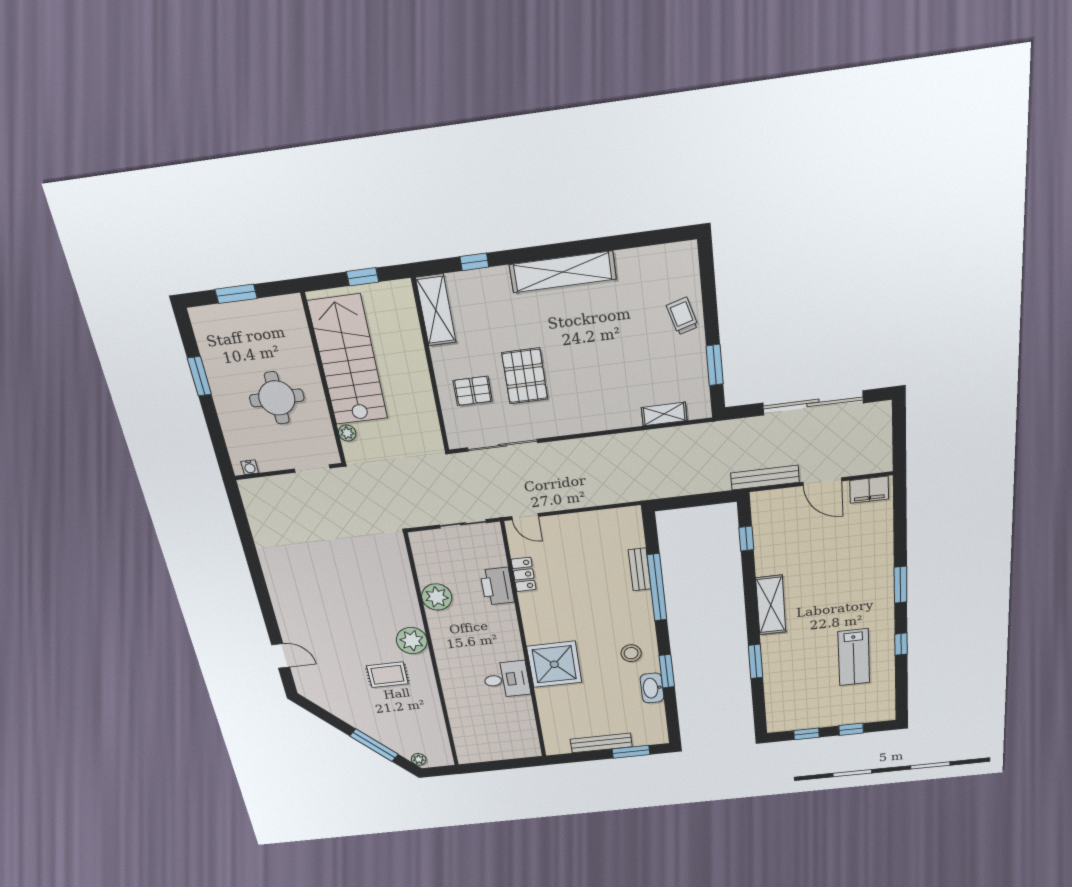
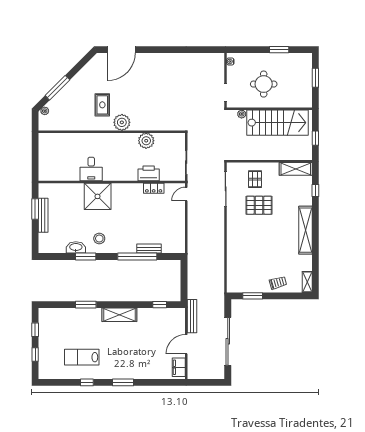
shelving: (664, 414) -> (307, 282), moved
door: (281, 656) -> (121, 50), width x1.88
window: (631, 752) -> (35, 209), moved

